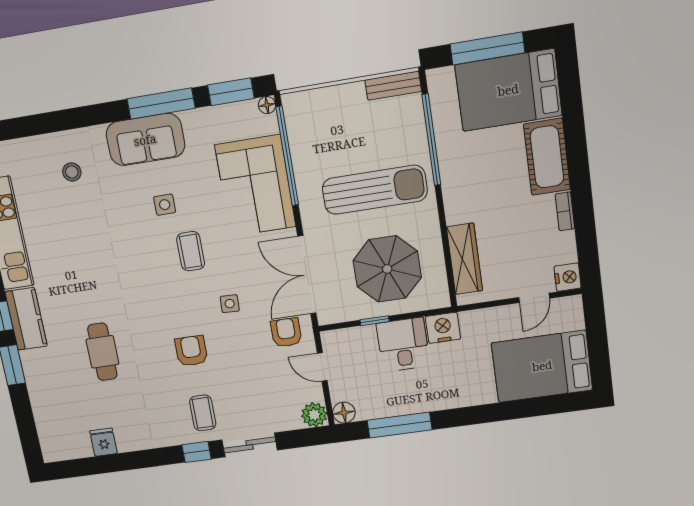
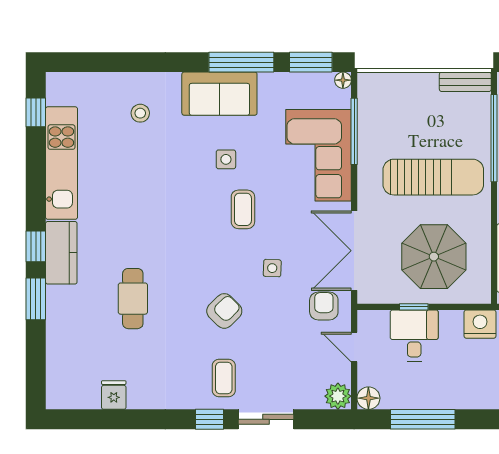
window: (287, 156) -> (354, 131), width x0.68
desk: (403, 345) -> (414, 336), moved
armchair: (191, 351) -> (224, 311), turned 45

